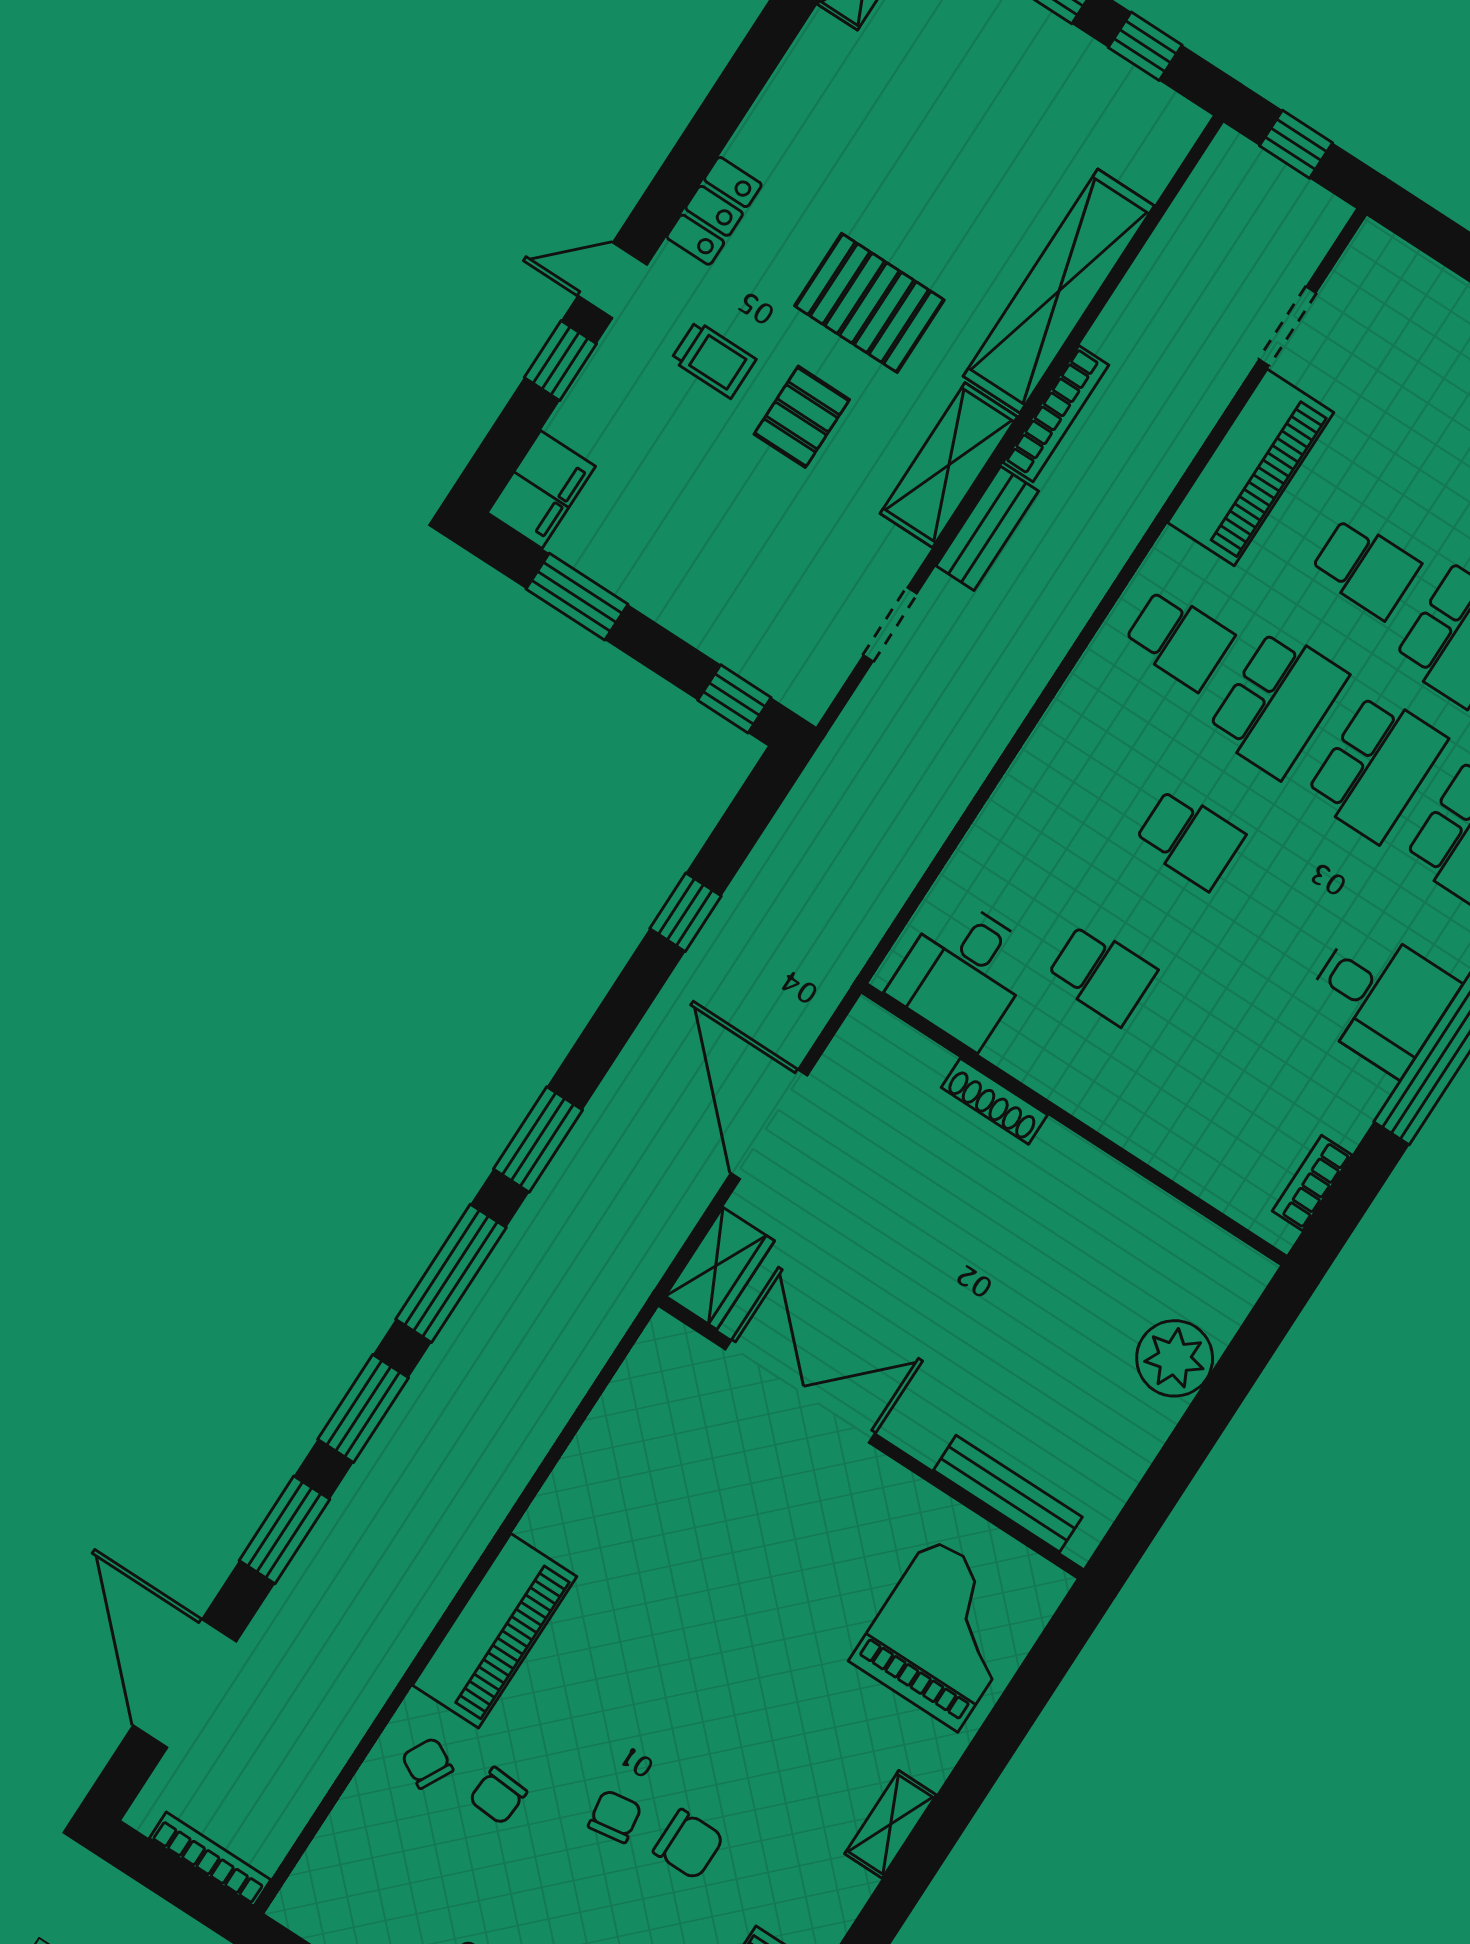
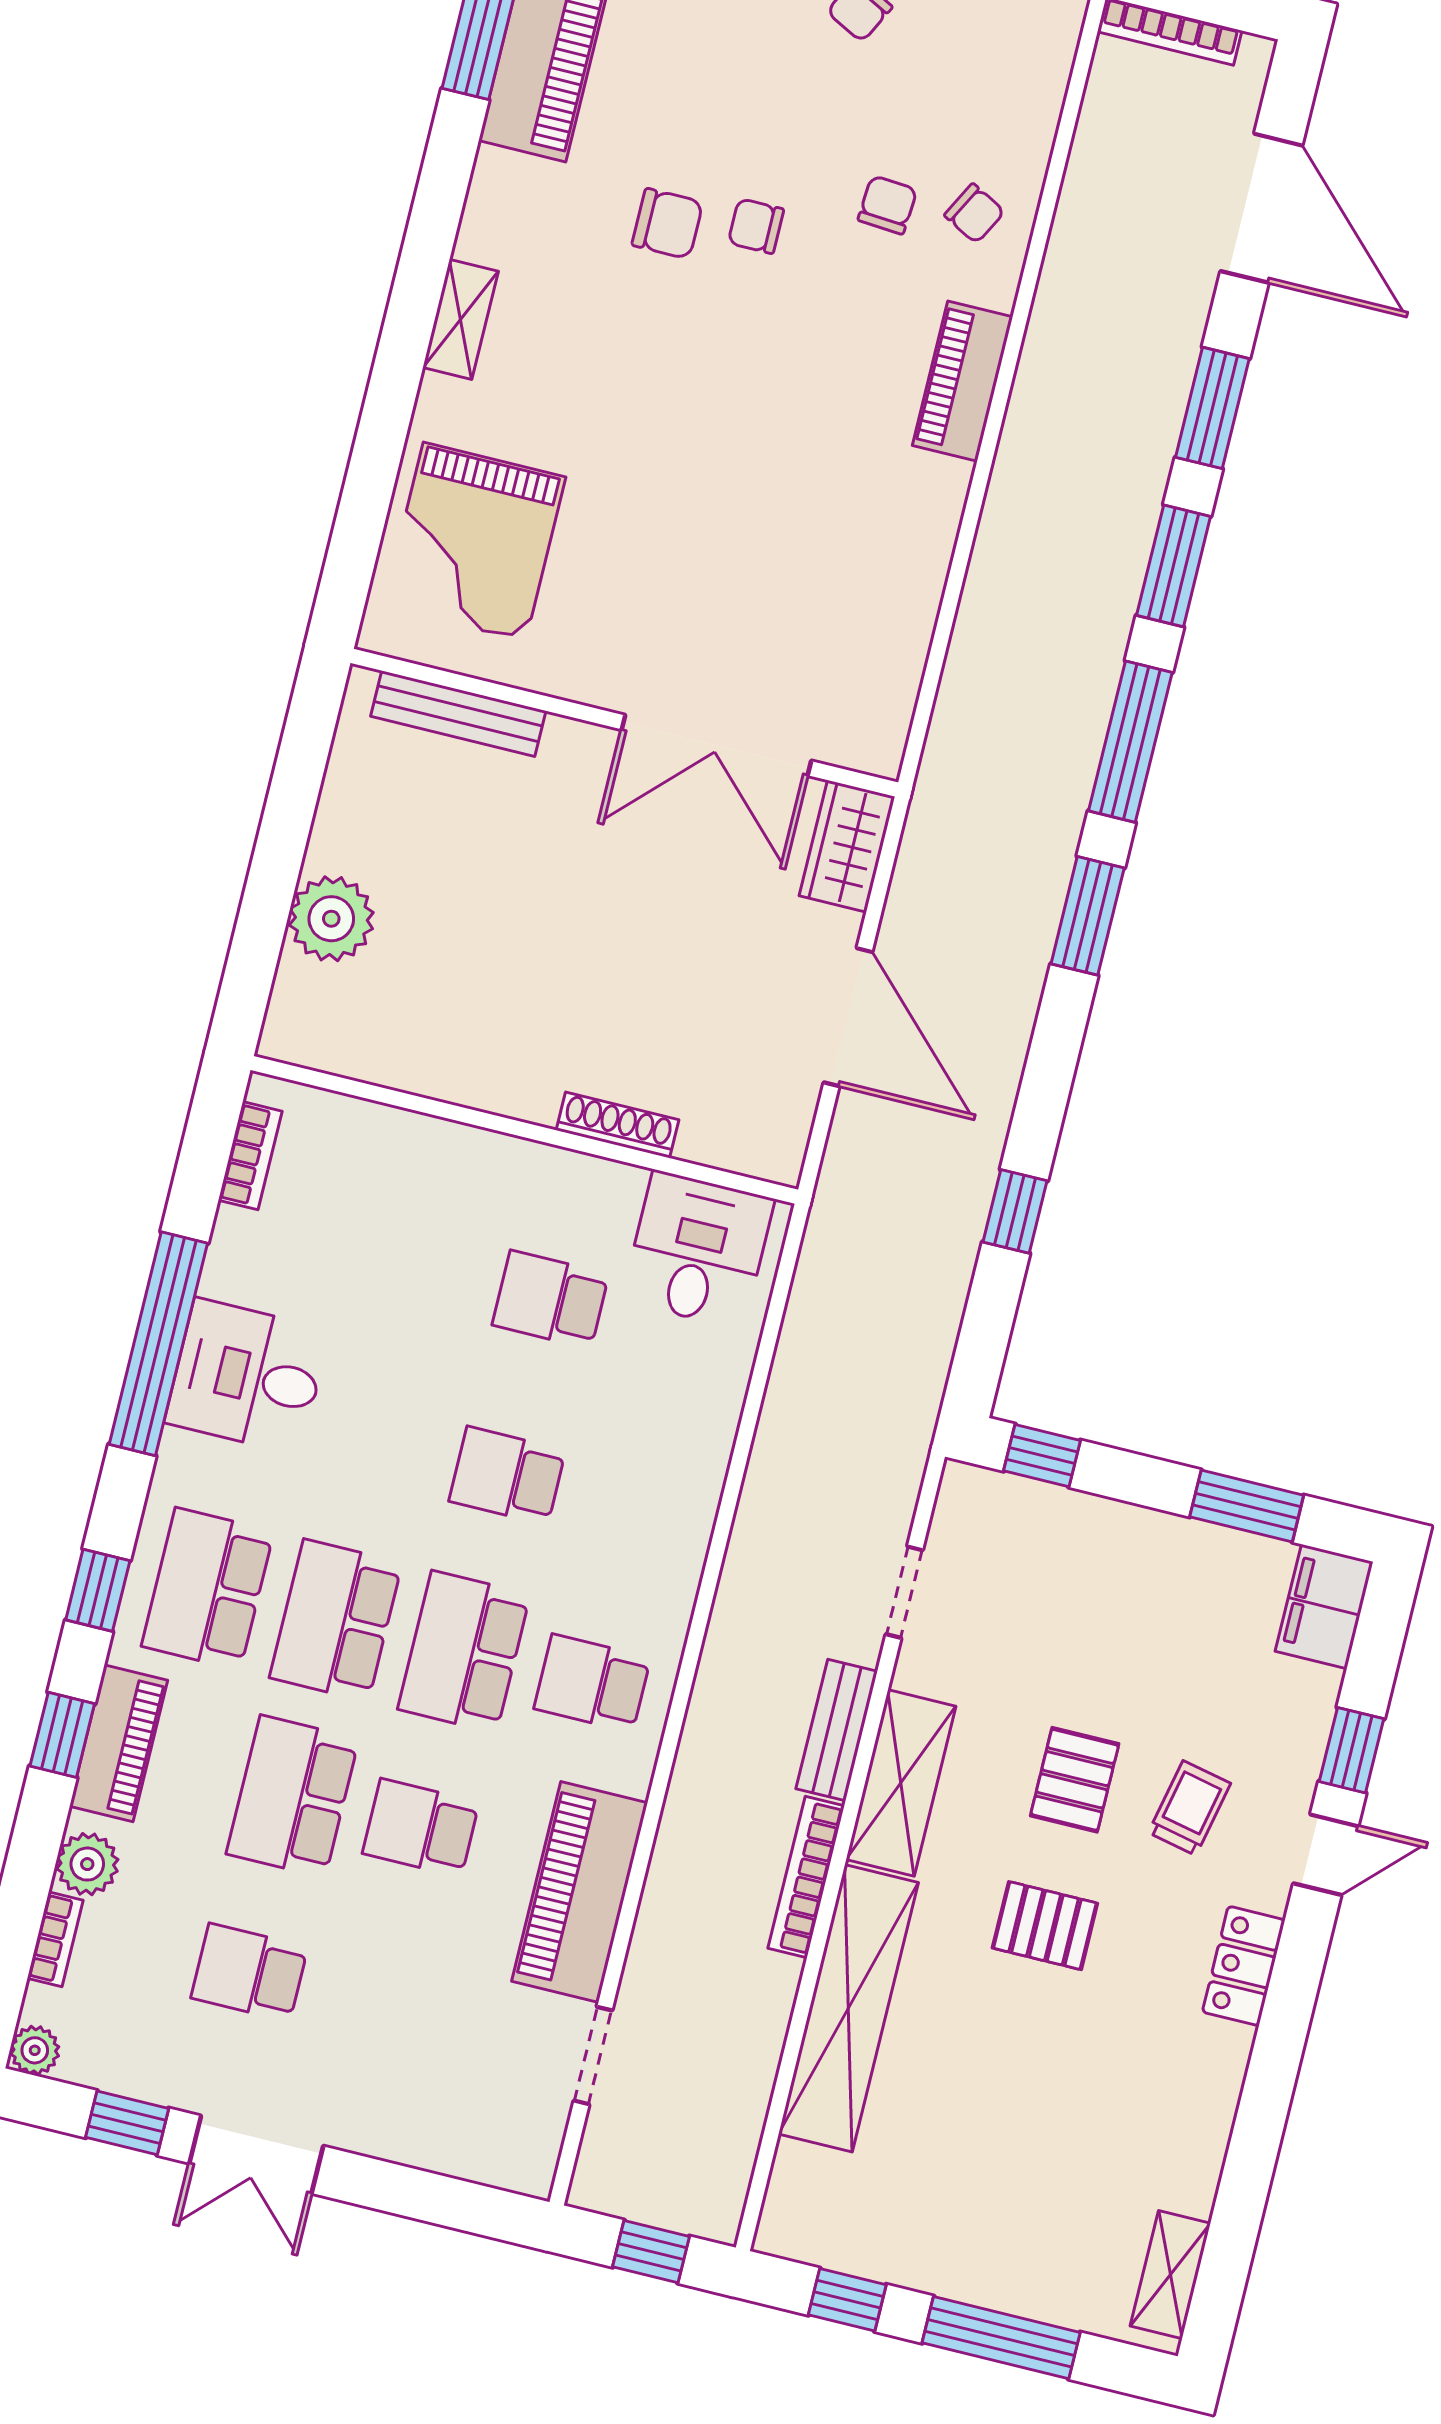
pallet: (869, 303) -> (1045, 1926), width x0.67, depth x0.71
trolley: (714, 360) -> (1189, 1808), turned 102
piano: (495, 1631) -> (963, 381), width x0.73, depth x0.75
chair: (615, 1816) -> (756, 226), turned 99
chair: (689, 1844) -> (667, 224), turned 180

